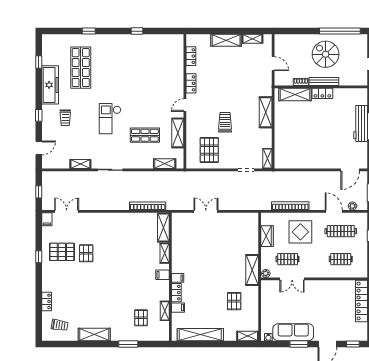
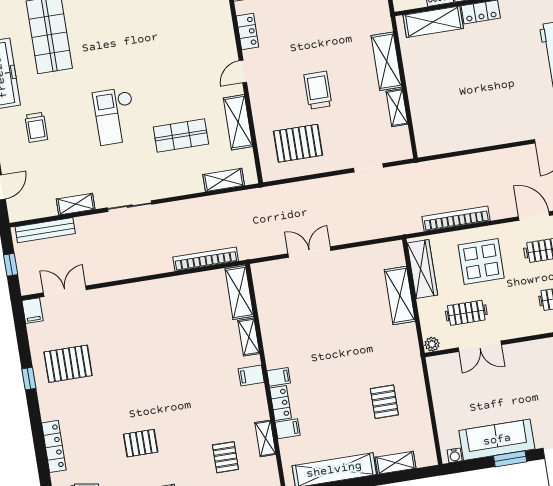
pallet: (209, 150) -> (298, 143), turned 90
shelving: (267, 158) -> (397, 108), moved
bench: (61, 176) -> (45, 230), added
wardrobe: (267, 236) -> (422, 269), width x1.50
pallet: (86, 253) -> (141, 443), moved, turned 90
shelving: (252, 270) -> (400, 296), moved
locker: (47, 301) -> (54, 446), width x1.53
shelving: (248, 336) -> (395, 463), moved

